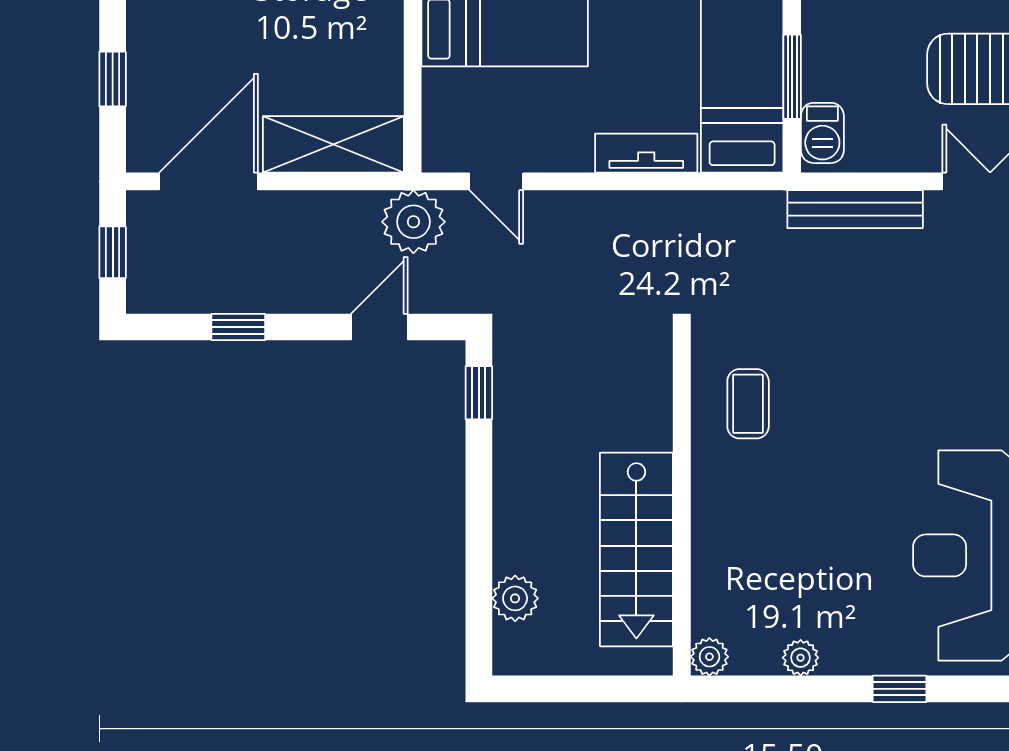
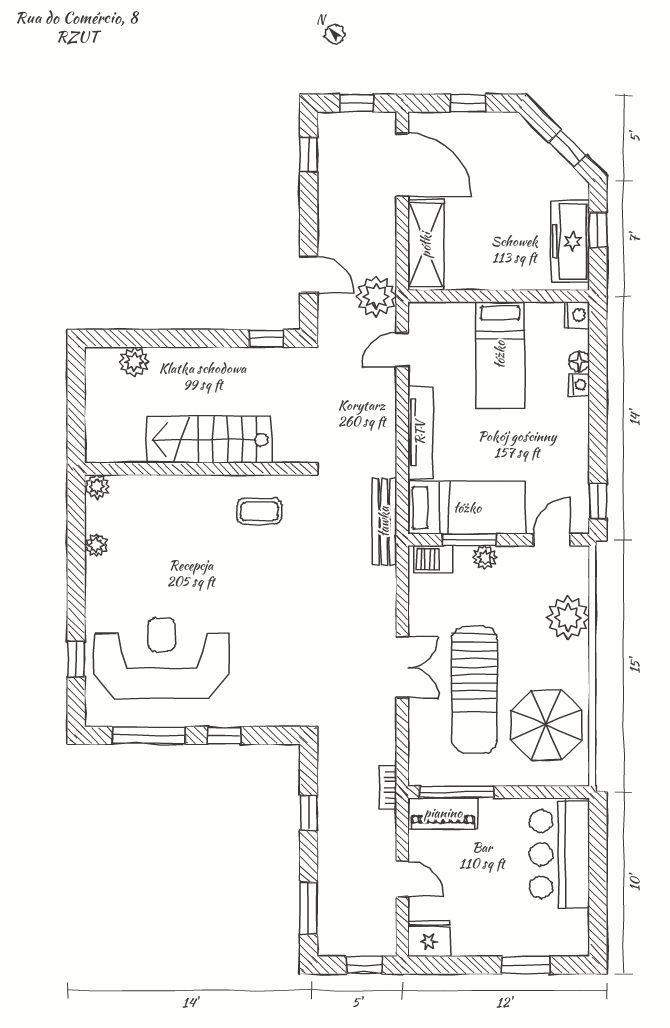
plant: (819, 53) -> (485, 557), added
tv unit: (646, 153) -> (420, 433), width x1.41
bench: (855, 209) -> (384, 522), moved
window: (238, 327) -> (309, 155), moved
stairs: (636, 549) -> (209, 440), moved
window: (900, 689) -> (76, 659), moved

